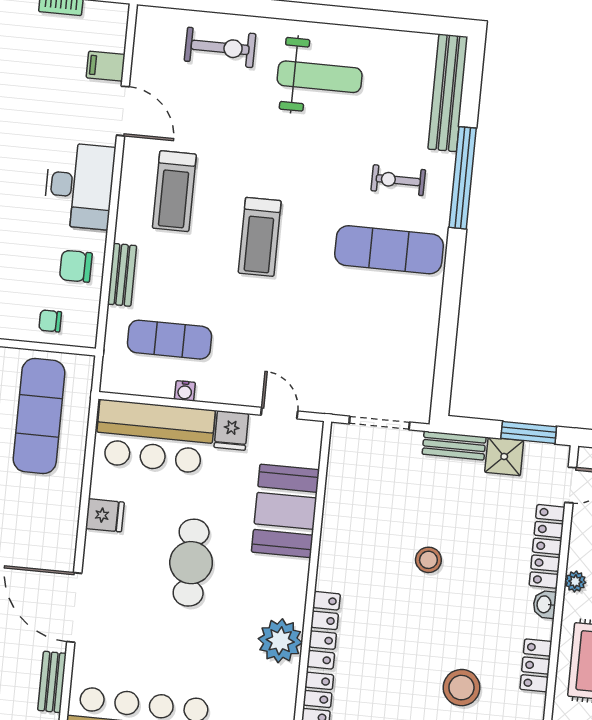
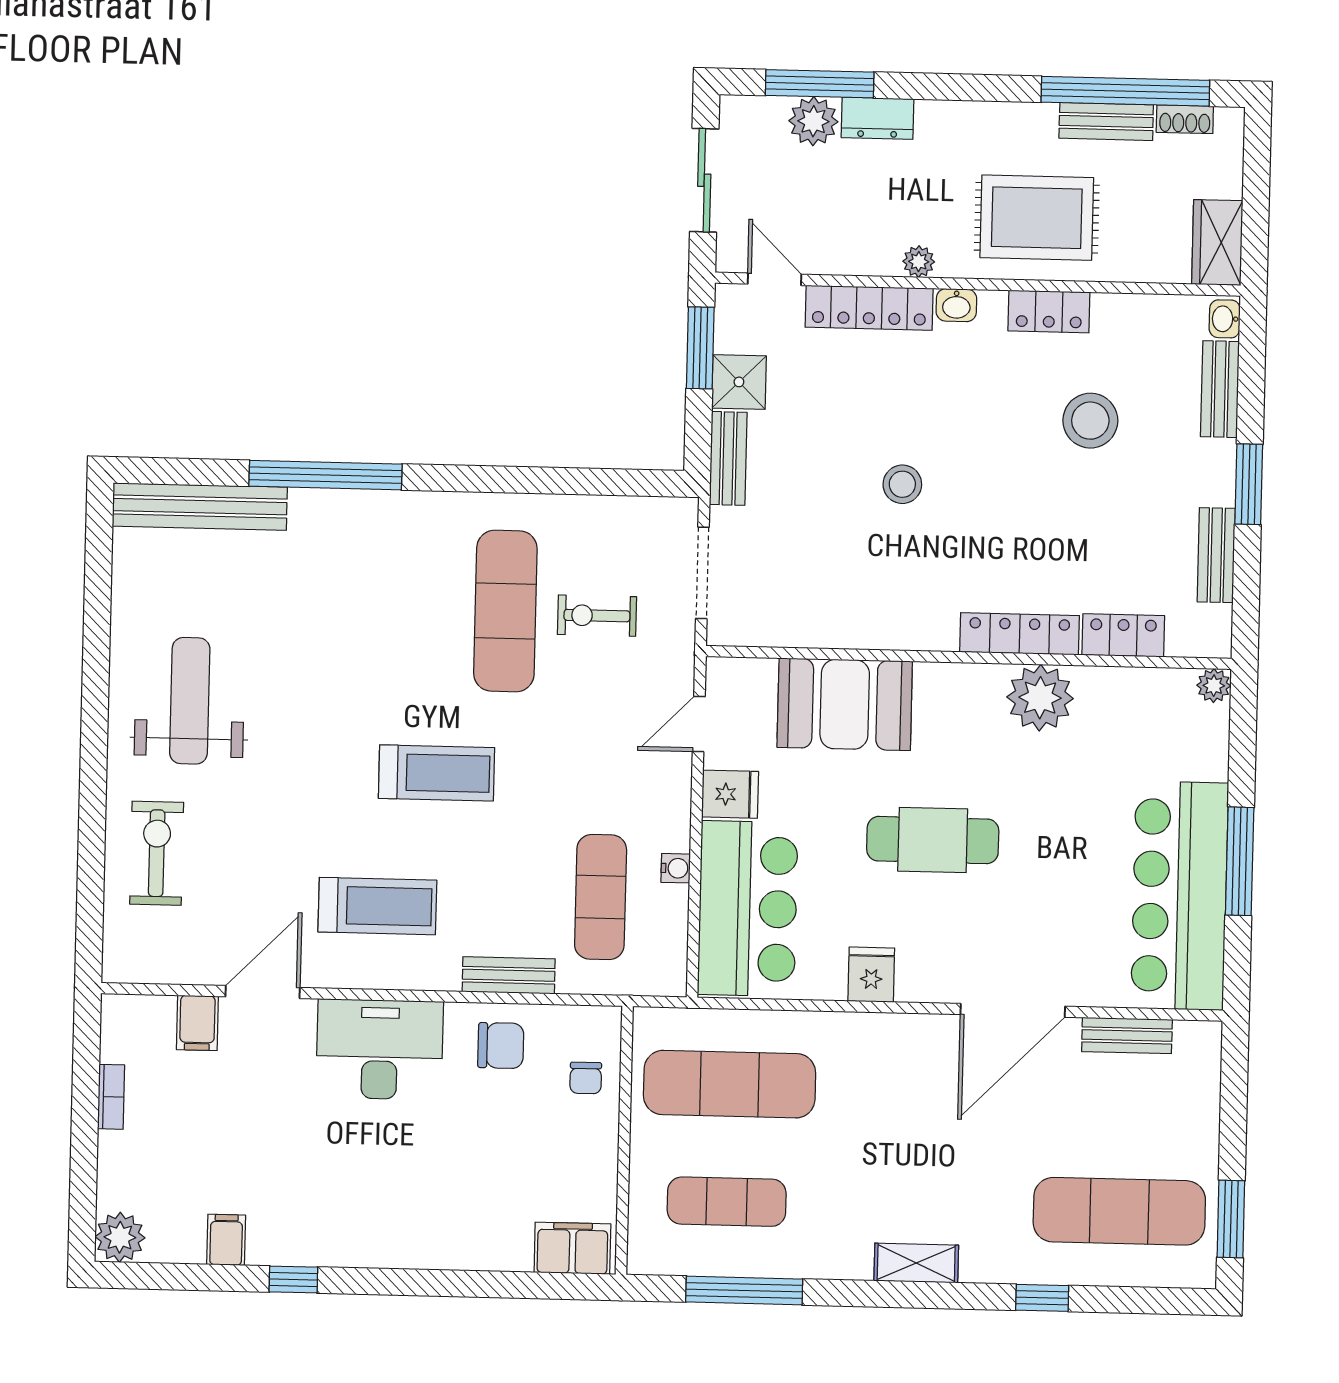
exercise bike: (398, 180) -> (597, 616), moved, turned 90
exercise mat: (389, 250) -> (505, 611), moved
chair: (76, 266) -> (501, 1046), turned -90

